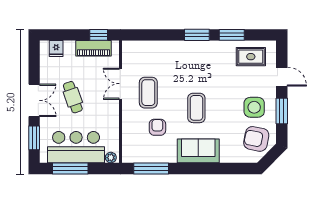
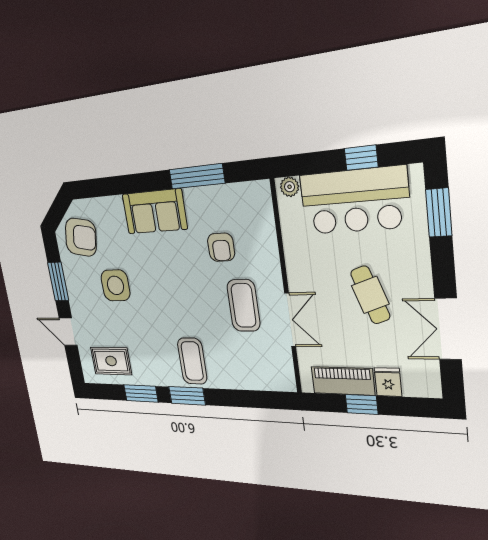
window: (99, 35) -> (362, 404), moved
fridge: (56, 49) -> (388, 382), moved
double door: (34, 100) -> (448, 329), moved
side table: (254, 107) -> (115, 285), moved
coffee table: (196, 108) -> (192, 361), moved
window: (70, 168) -> (361, 158), width x0.46
window: (151, 168) -> (197, 176), moved

